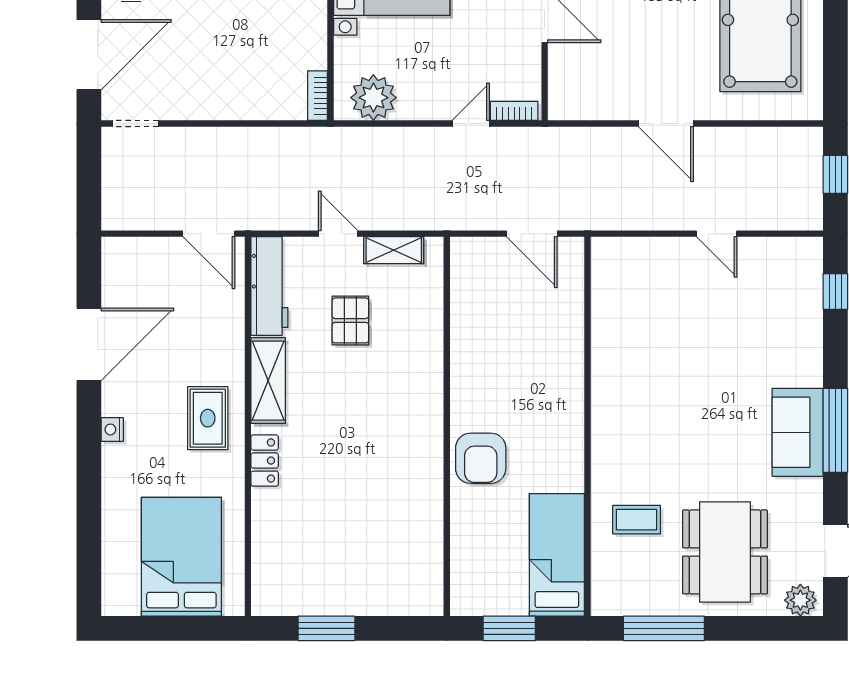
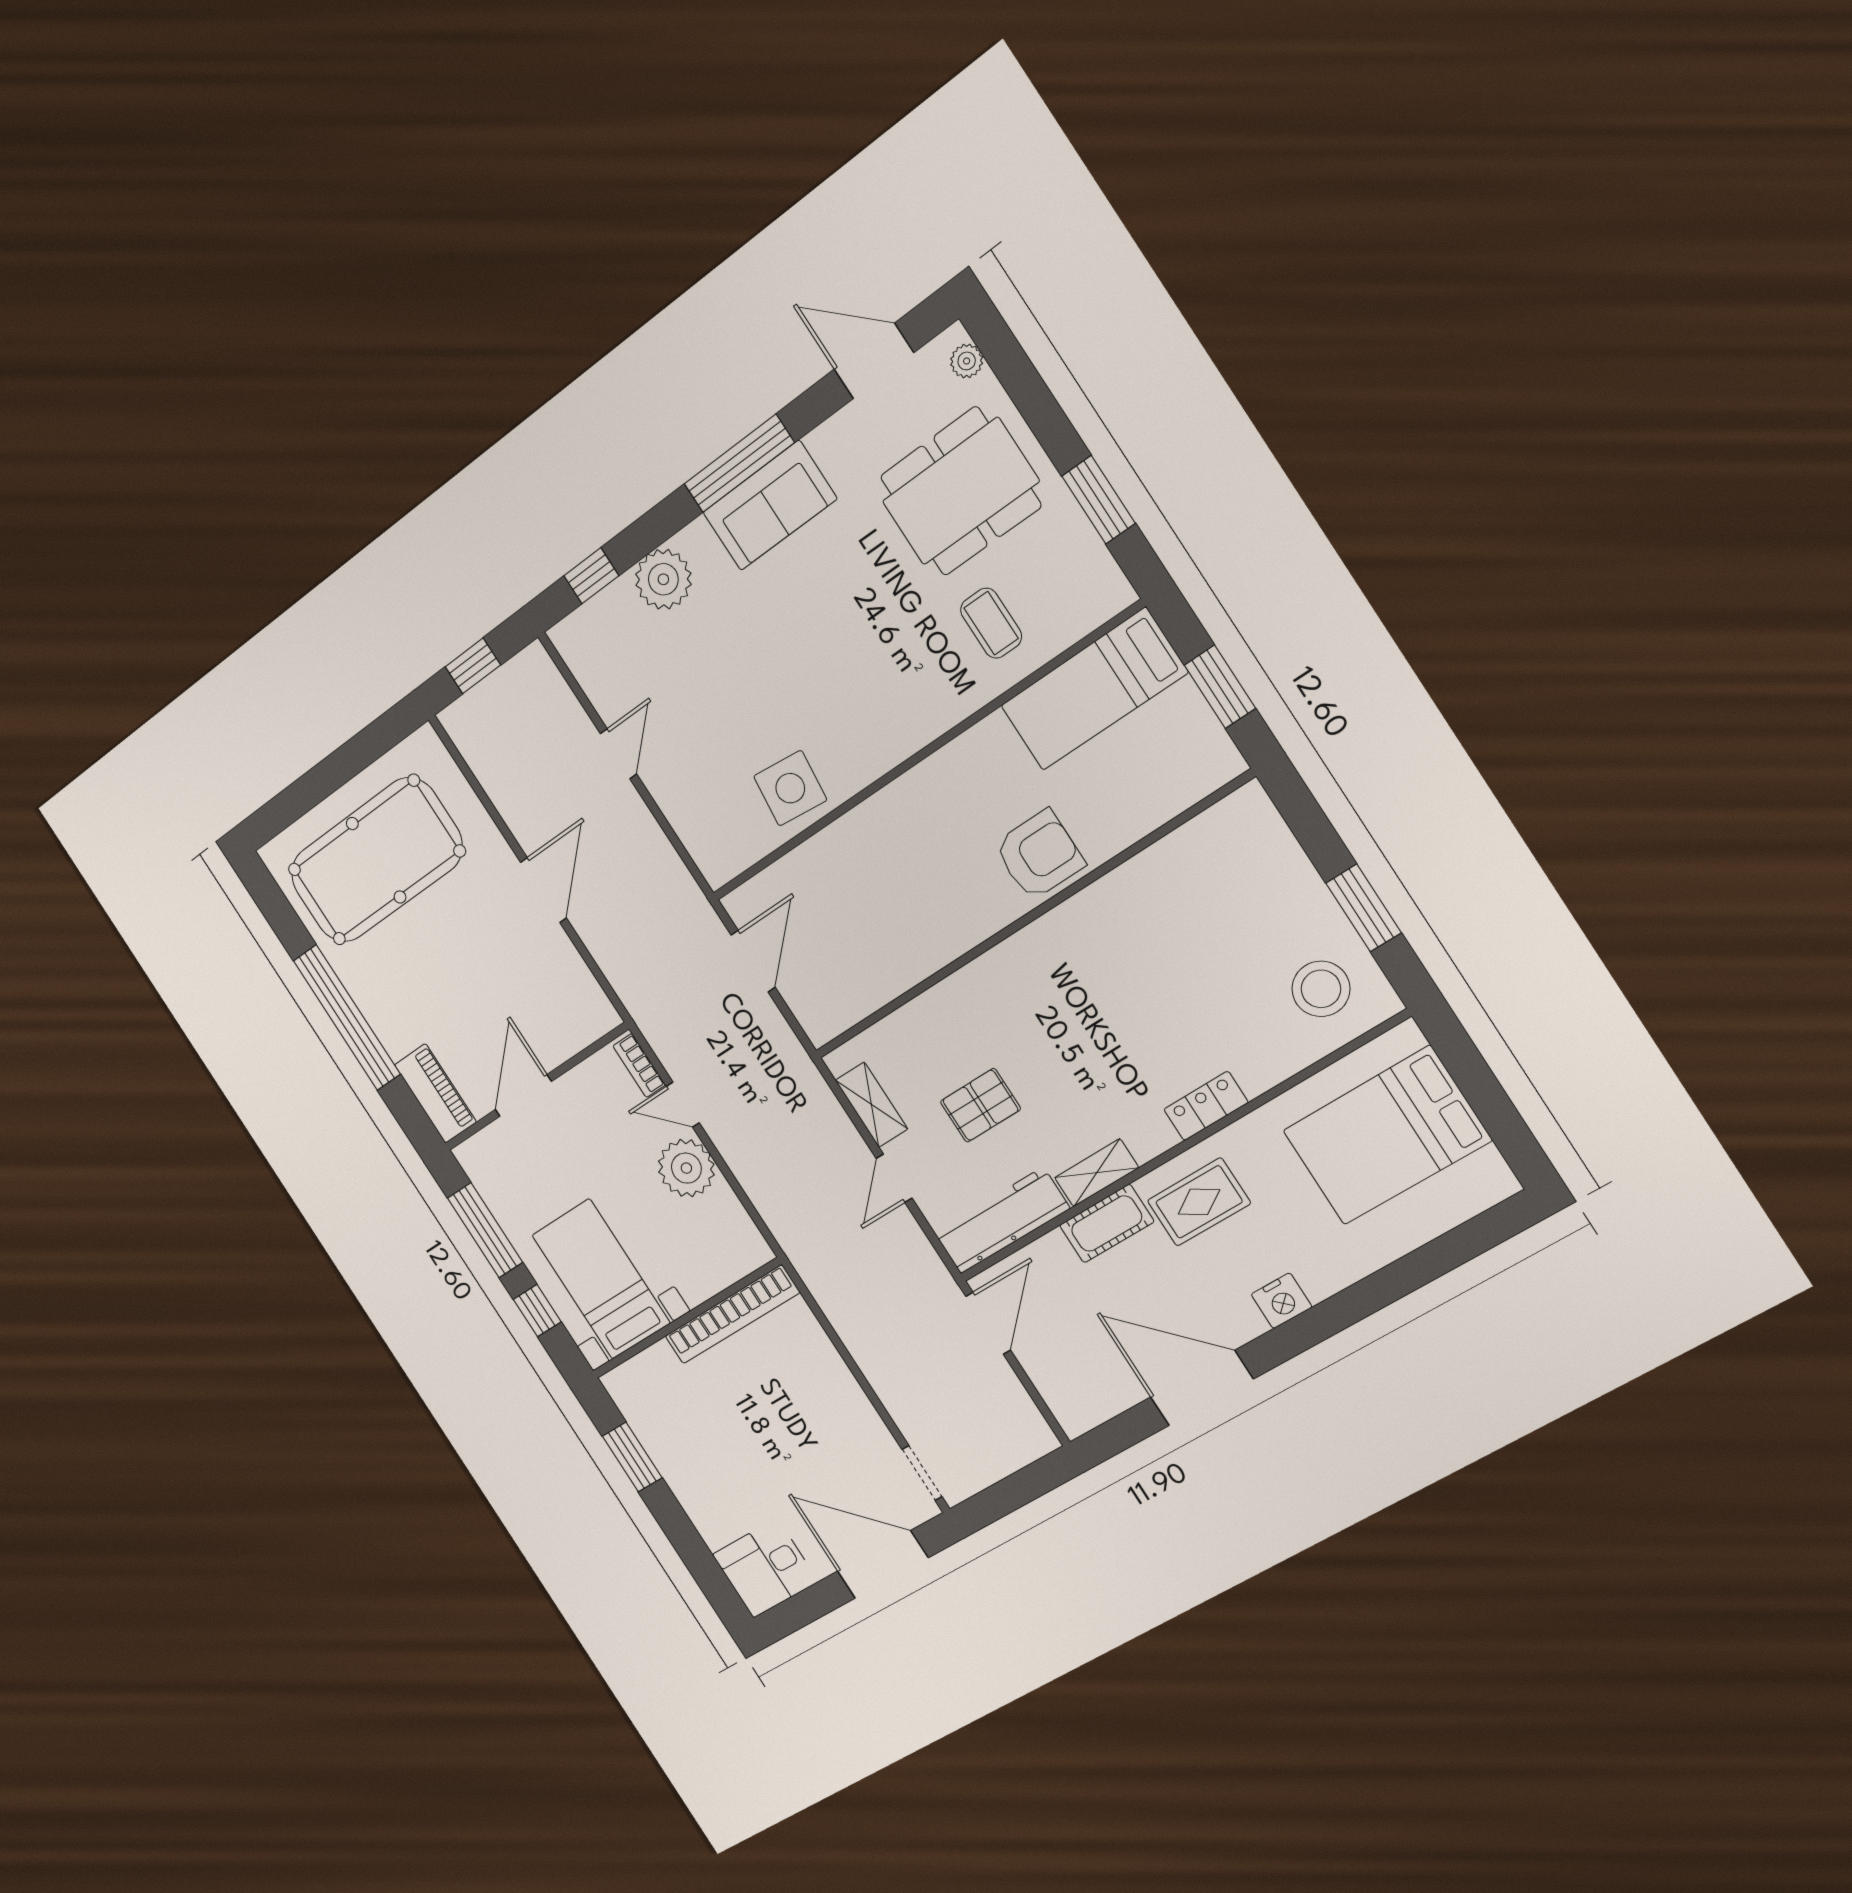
bookcase: (318, 96) -> (732, 1315), width x2.31, depth x1.31
plant: (373, 98) -> (686, 1168), moved
side table: (622, 330) -> (790, 788), added
plant: (801, 336) -> (663, 579), added
cot: (228, 352) -> (1107, 1224), added
shelving: (268, 381) -> (1097, 1173), width x0.67, depth x0.75
nightstand: (112, 429) -> (1282, 1301), width x1.39, depth x1.35
stool: (294, 574) -> (1321, 989), added
plant: (800, 600) -> (967, 361), width x0.73, depth x0.73
window: (664, 628) -> (1099, 500), width x0.69

